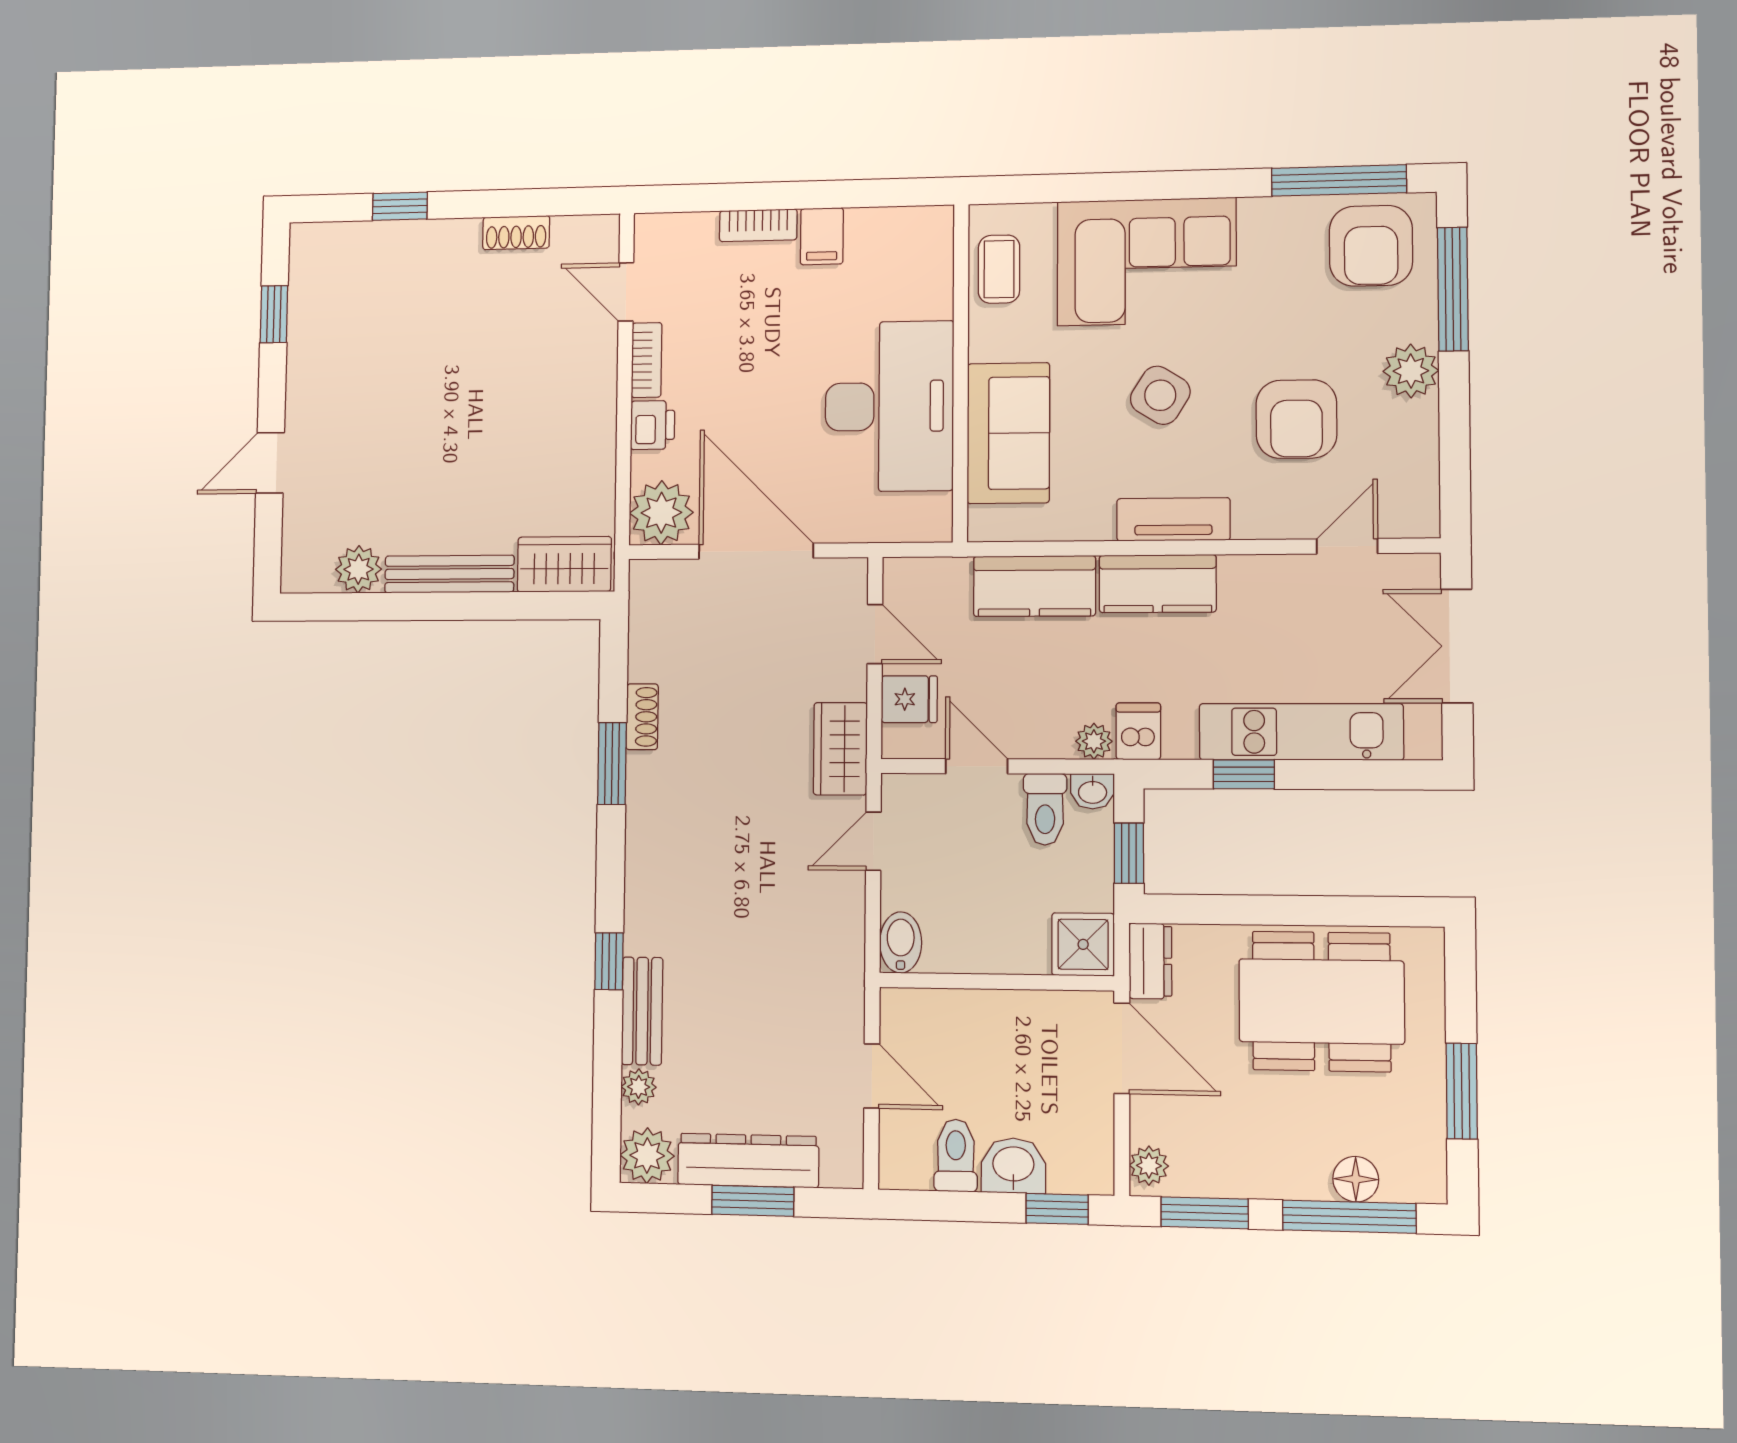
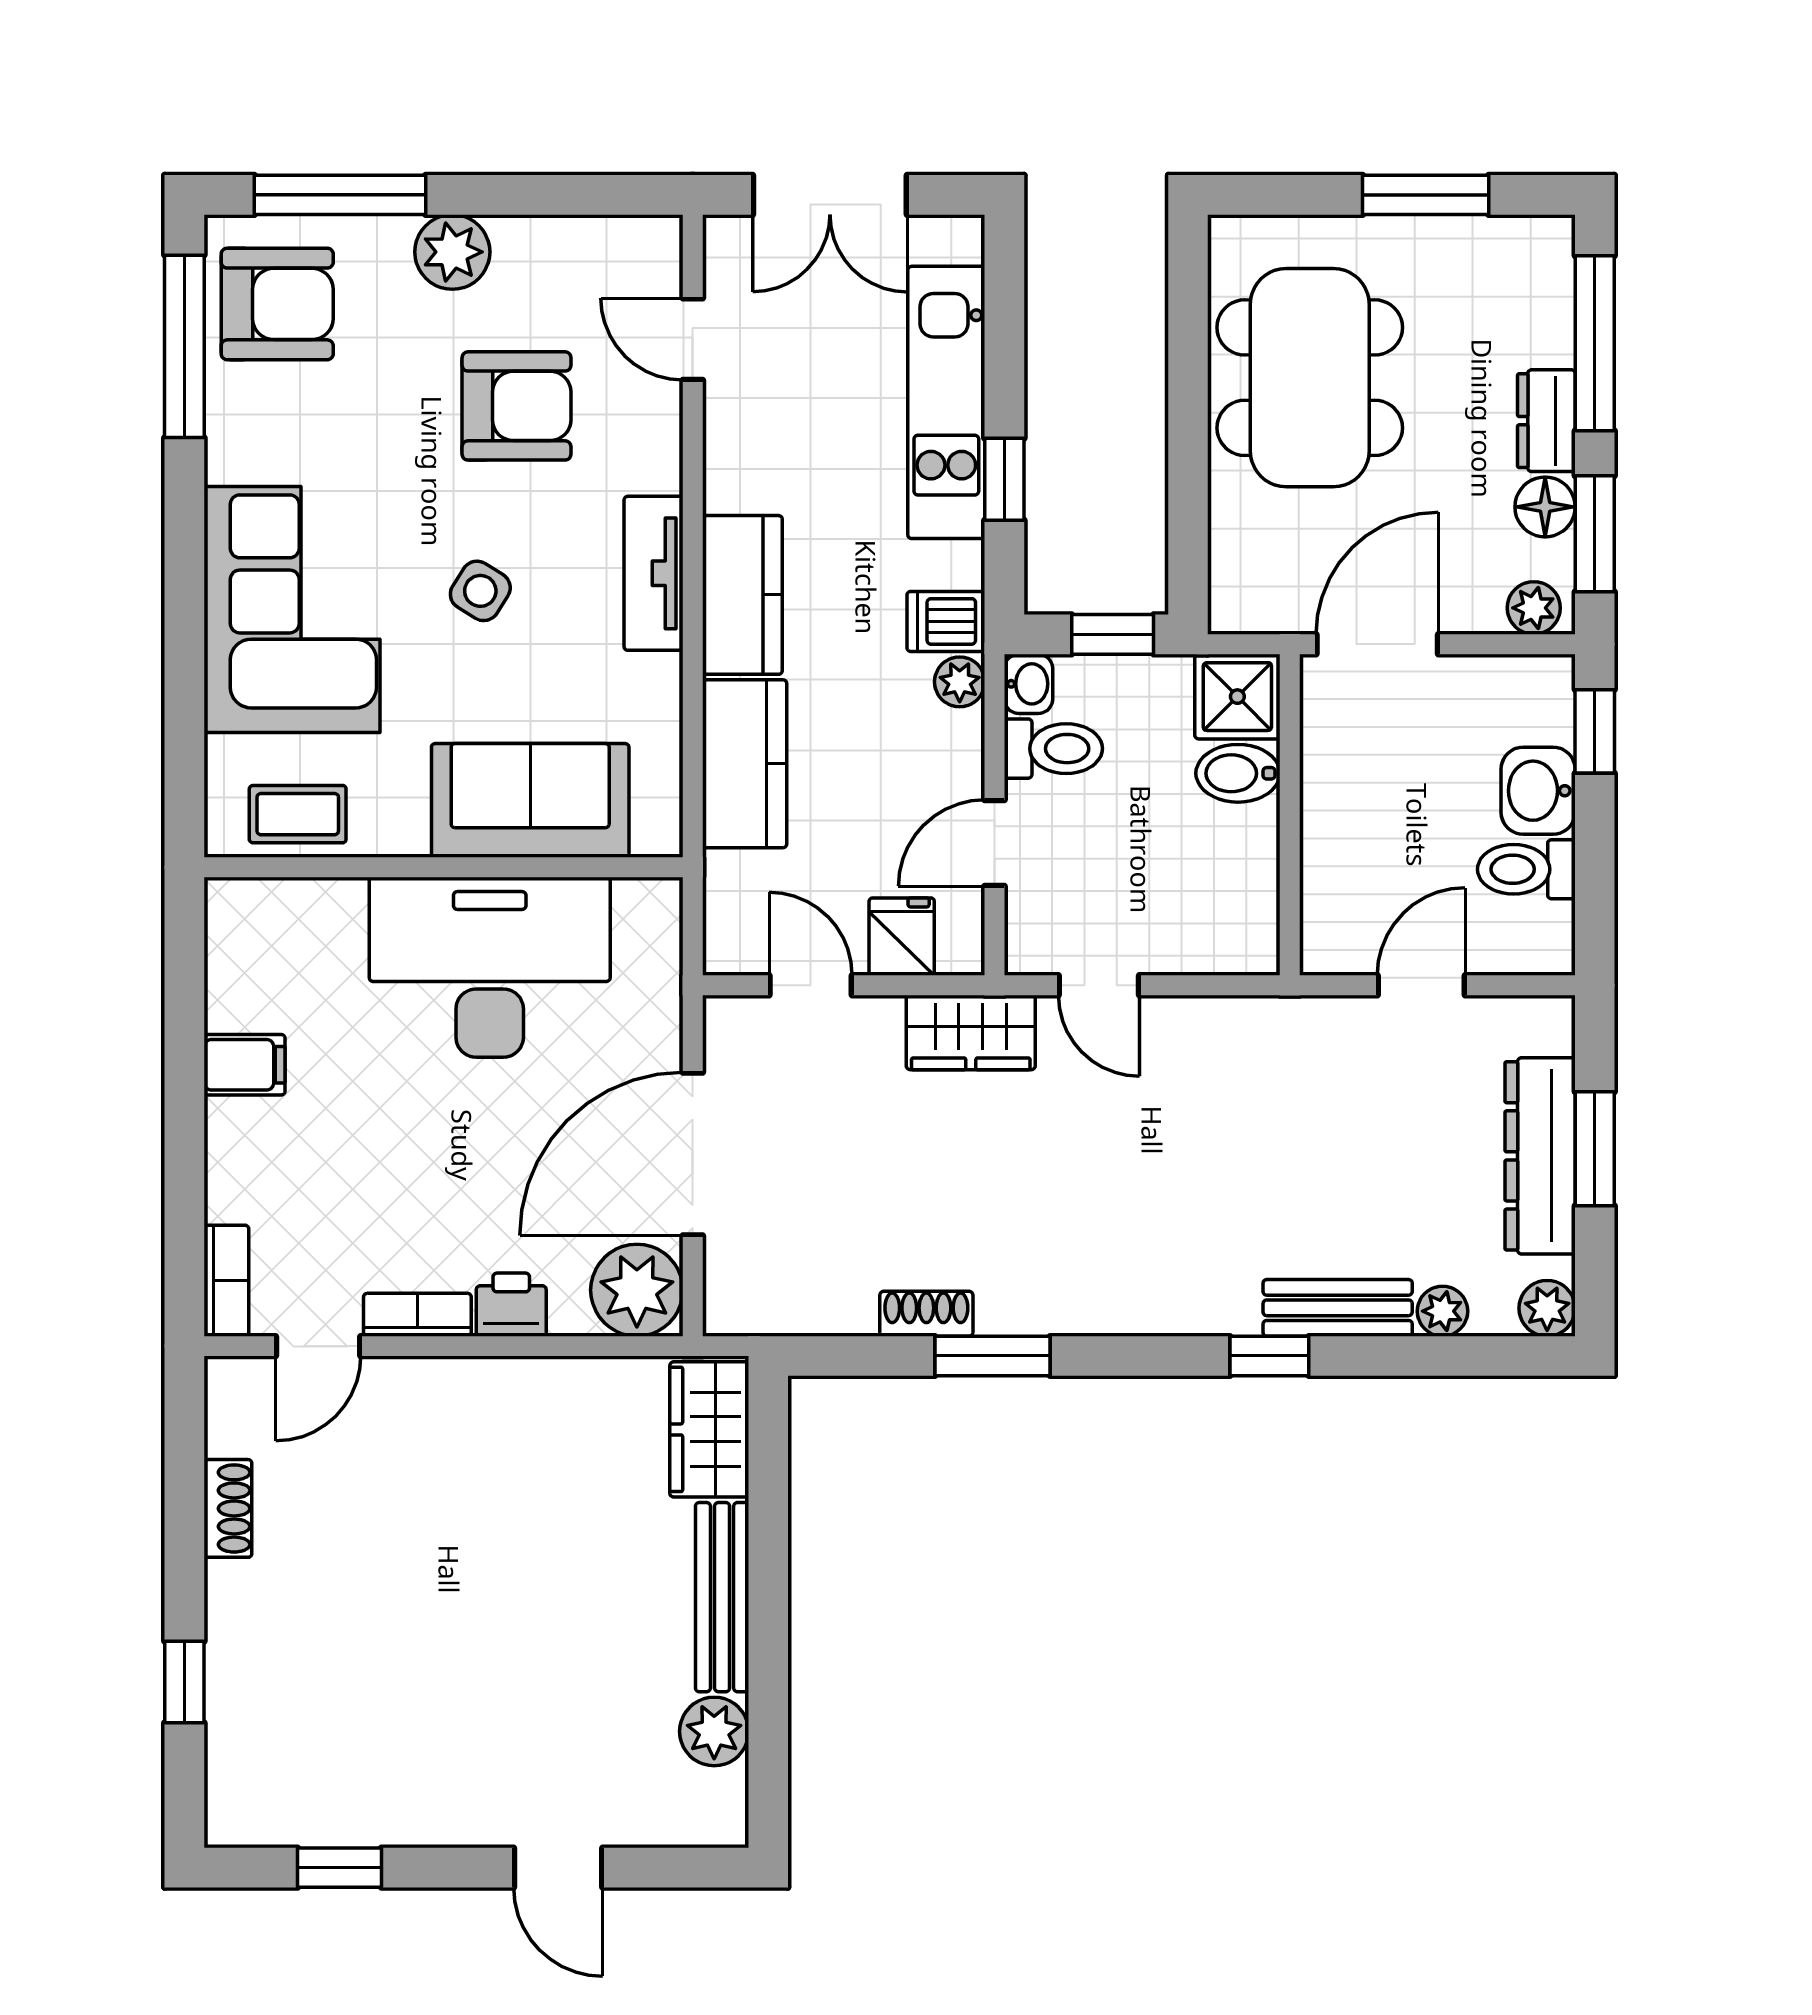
bookcase: (758, 225) -> (226, 1281), moved
side table: (1160, 395) -> (480, 591), width x0.73, depth x0.73
door: (875, 634) -> (811, 985), hinge flipped
bidet: (901, 942) -> (1238, 773), moved
dresser: (1150, 961) -> (1546, 421), moved, turned -90
plant: (647, 1156) -> (1547, 1308), width x0.73, depth x0.73
floor lamp: (1356, 1179) -> (1545, 507), moved

